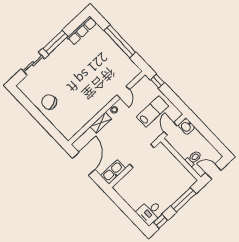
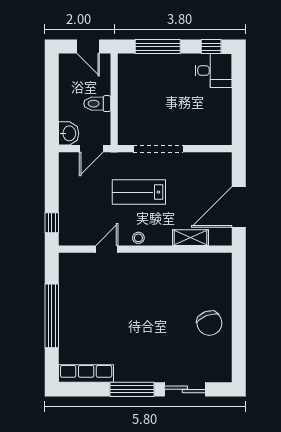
lab bench: (152, 111) -> (139, 192), moved
shelving: (101, 123) -> (191, 238), moved
toilet: (193, 158) -> (97, 104), moved
kitchen sink: (113, 172) -> (212, 163), removed

